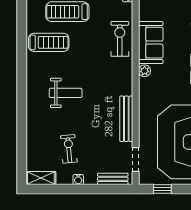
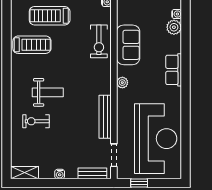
exercise bike: (120, 39) -> (99, 41), turned 180
plant: (145, 71) -> (122, 83), moved
exercise bike: (69, 149) -> (36, 121), moved, turned -85

